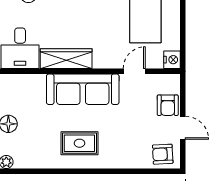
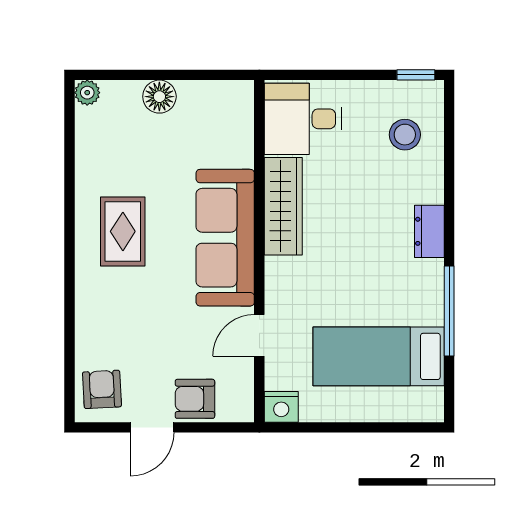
door: (134, 71) -> (259, 335), swing flipped

